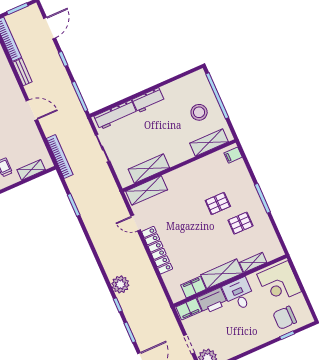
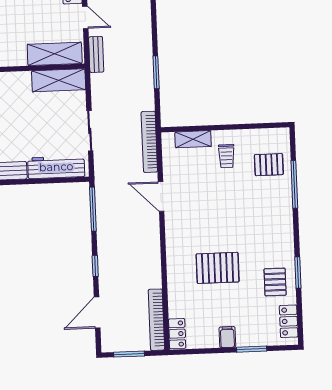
bench: (22, 72) -> (96, 54), moved
door: (32, 110) -> (161, 196), moved
shelving: (149, 168) -> (59, 80), moved

